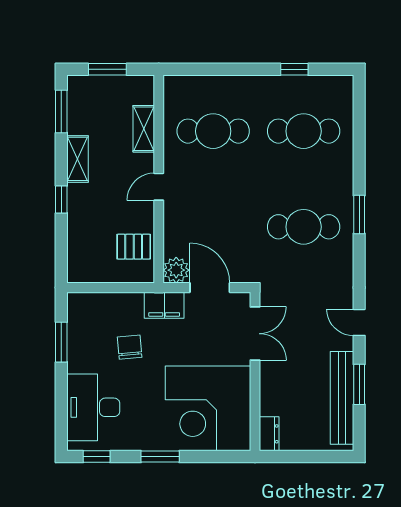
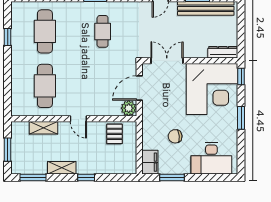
cafe table: (304, 227) -> (103, 31), width x0.73, depth x0.74
filing cabinet: (164, 305) -> (150, 162), moved
dresser: (269, 434) -> (223, 52), width x1.44
window: (97, 457) -> (241, 77), moved

